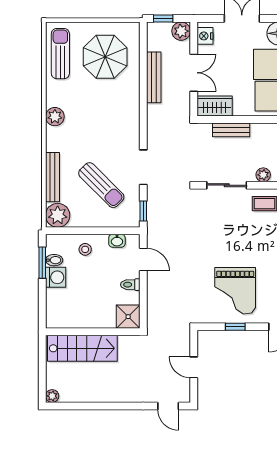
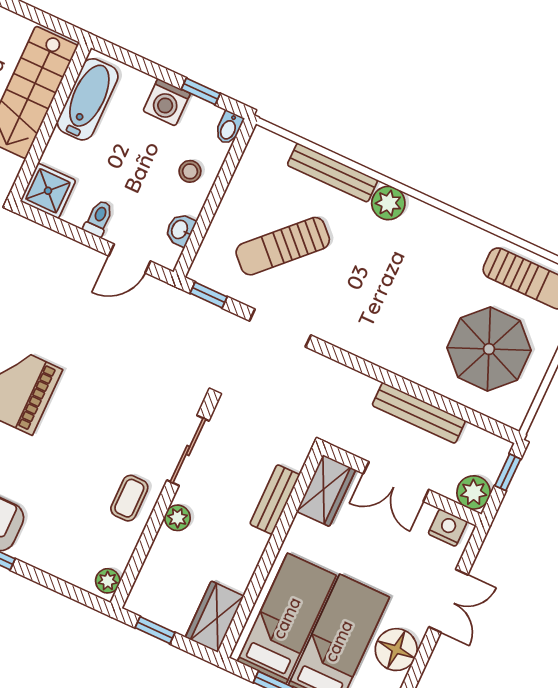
plant: (55, 117) -> (388, 203), moved
plant: (58, 215) -> (266, 152), removed
bidet: (54, 260) -> (229, 128), moved
window: (42, 263) -> (201, 91), width x0.67
bathtub: (73, 318) -> (88, 99), added

